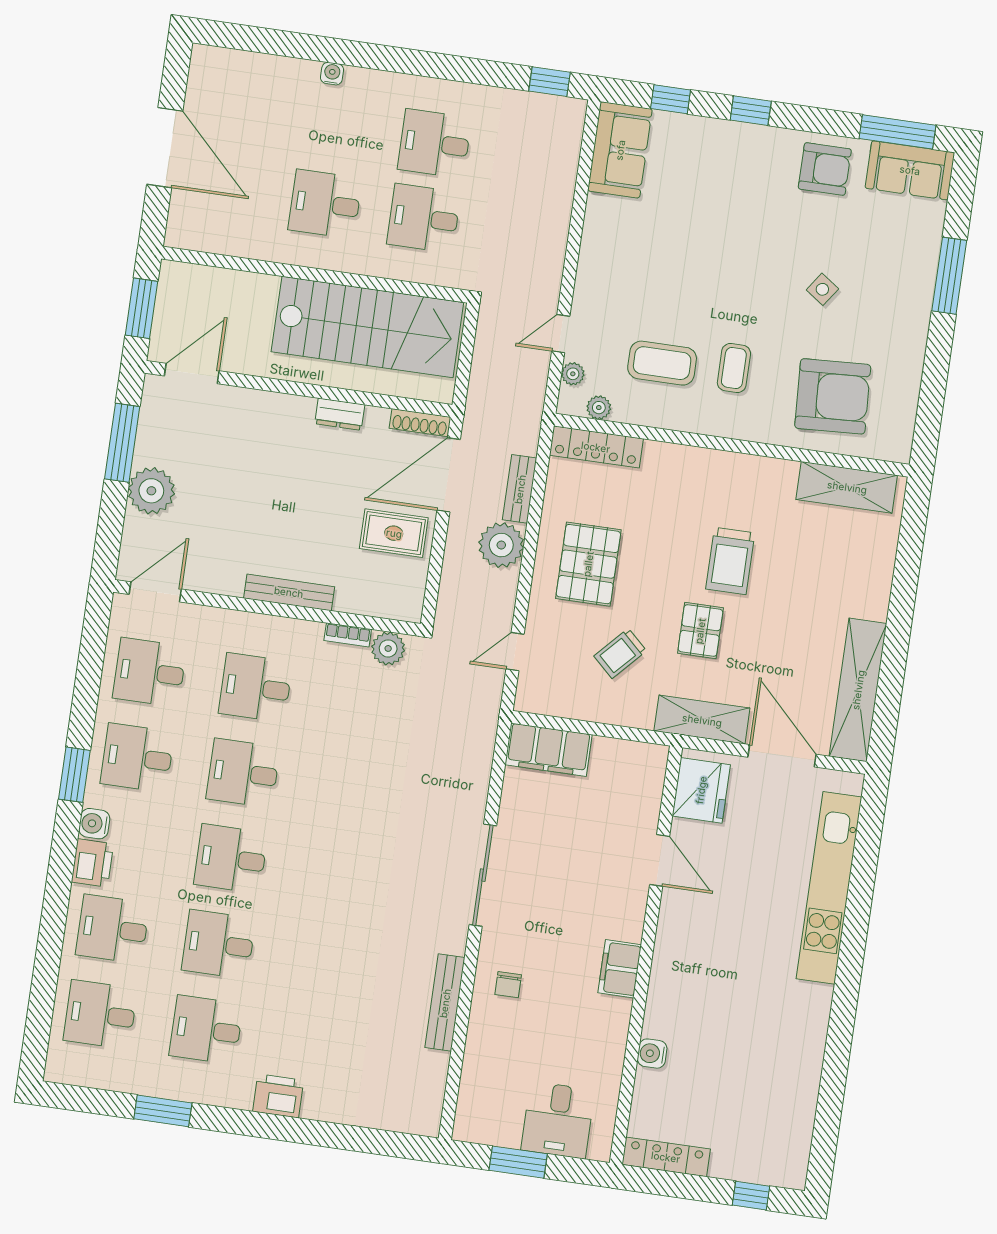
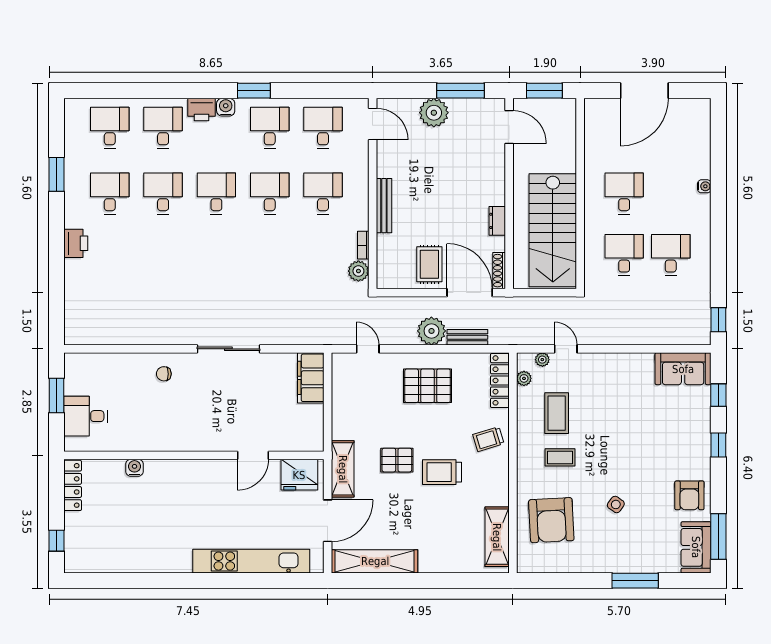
trolley: (620, 653) -> (488, 439), moved, turned -60
filing cabinet: (620, 969) -> (183, 441), removed
bench: (445, 1003) -> (147, 337), removed

